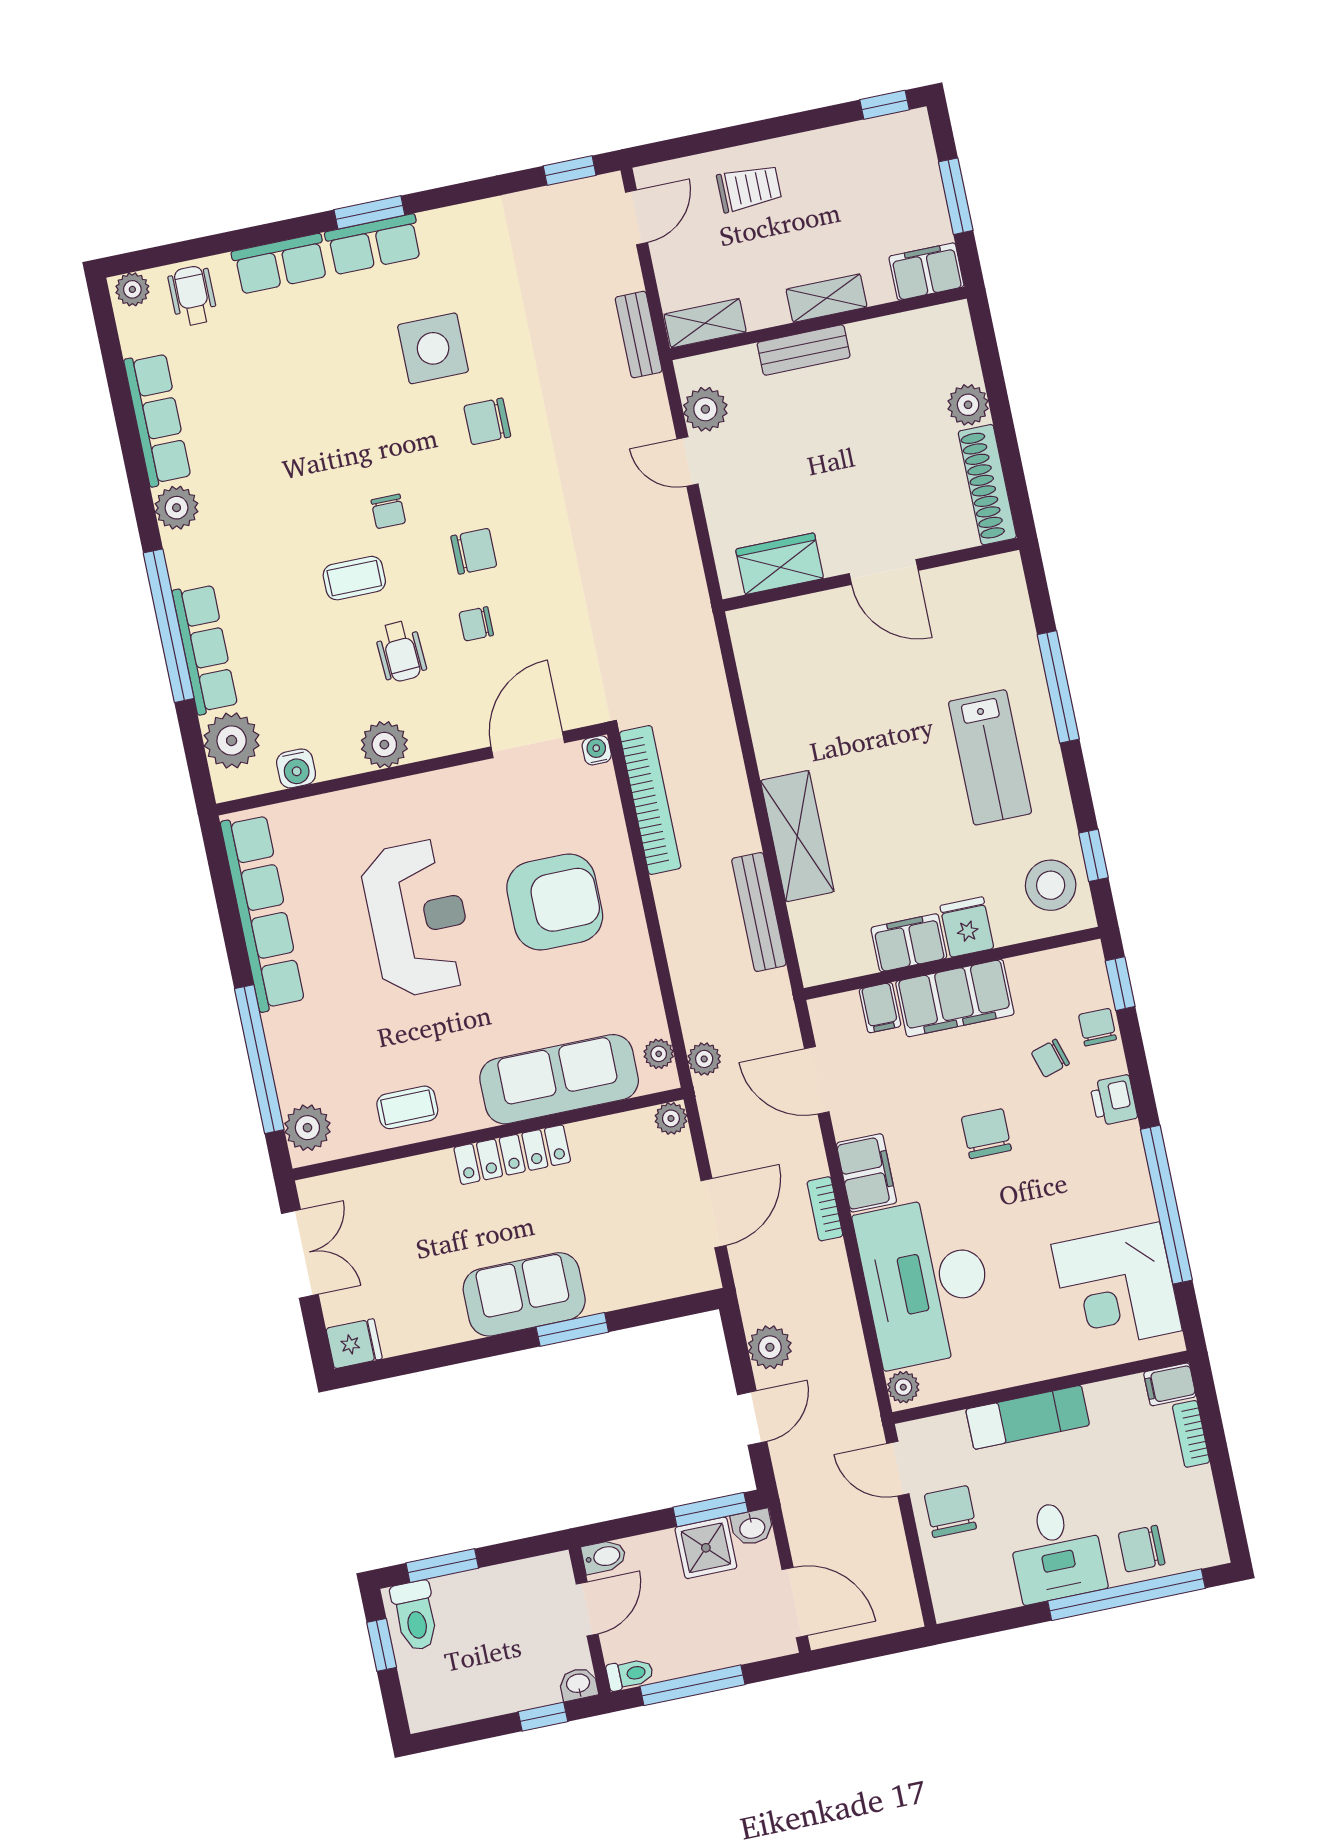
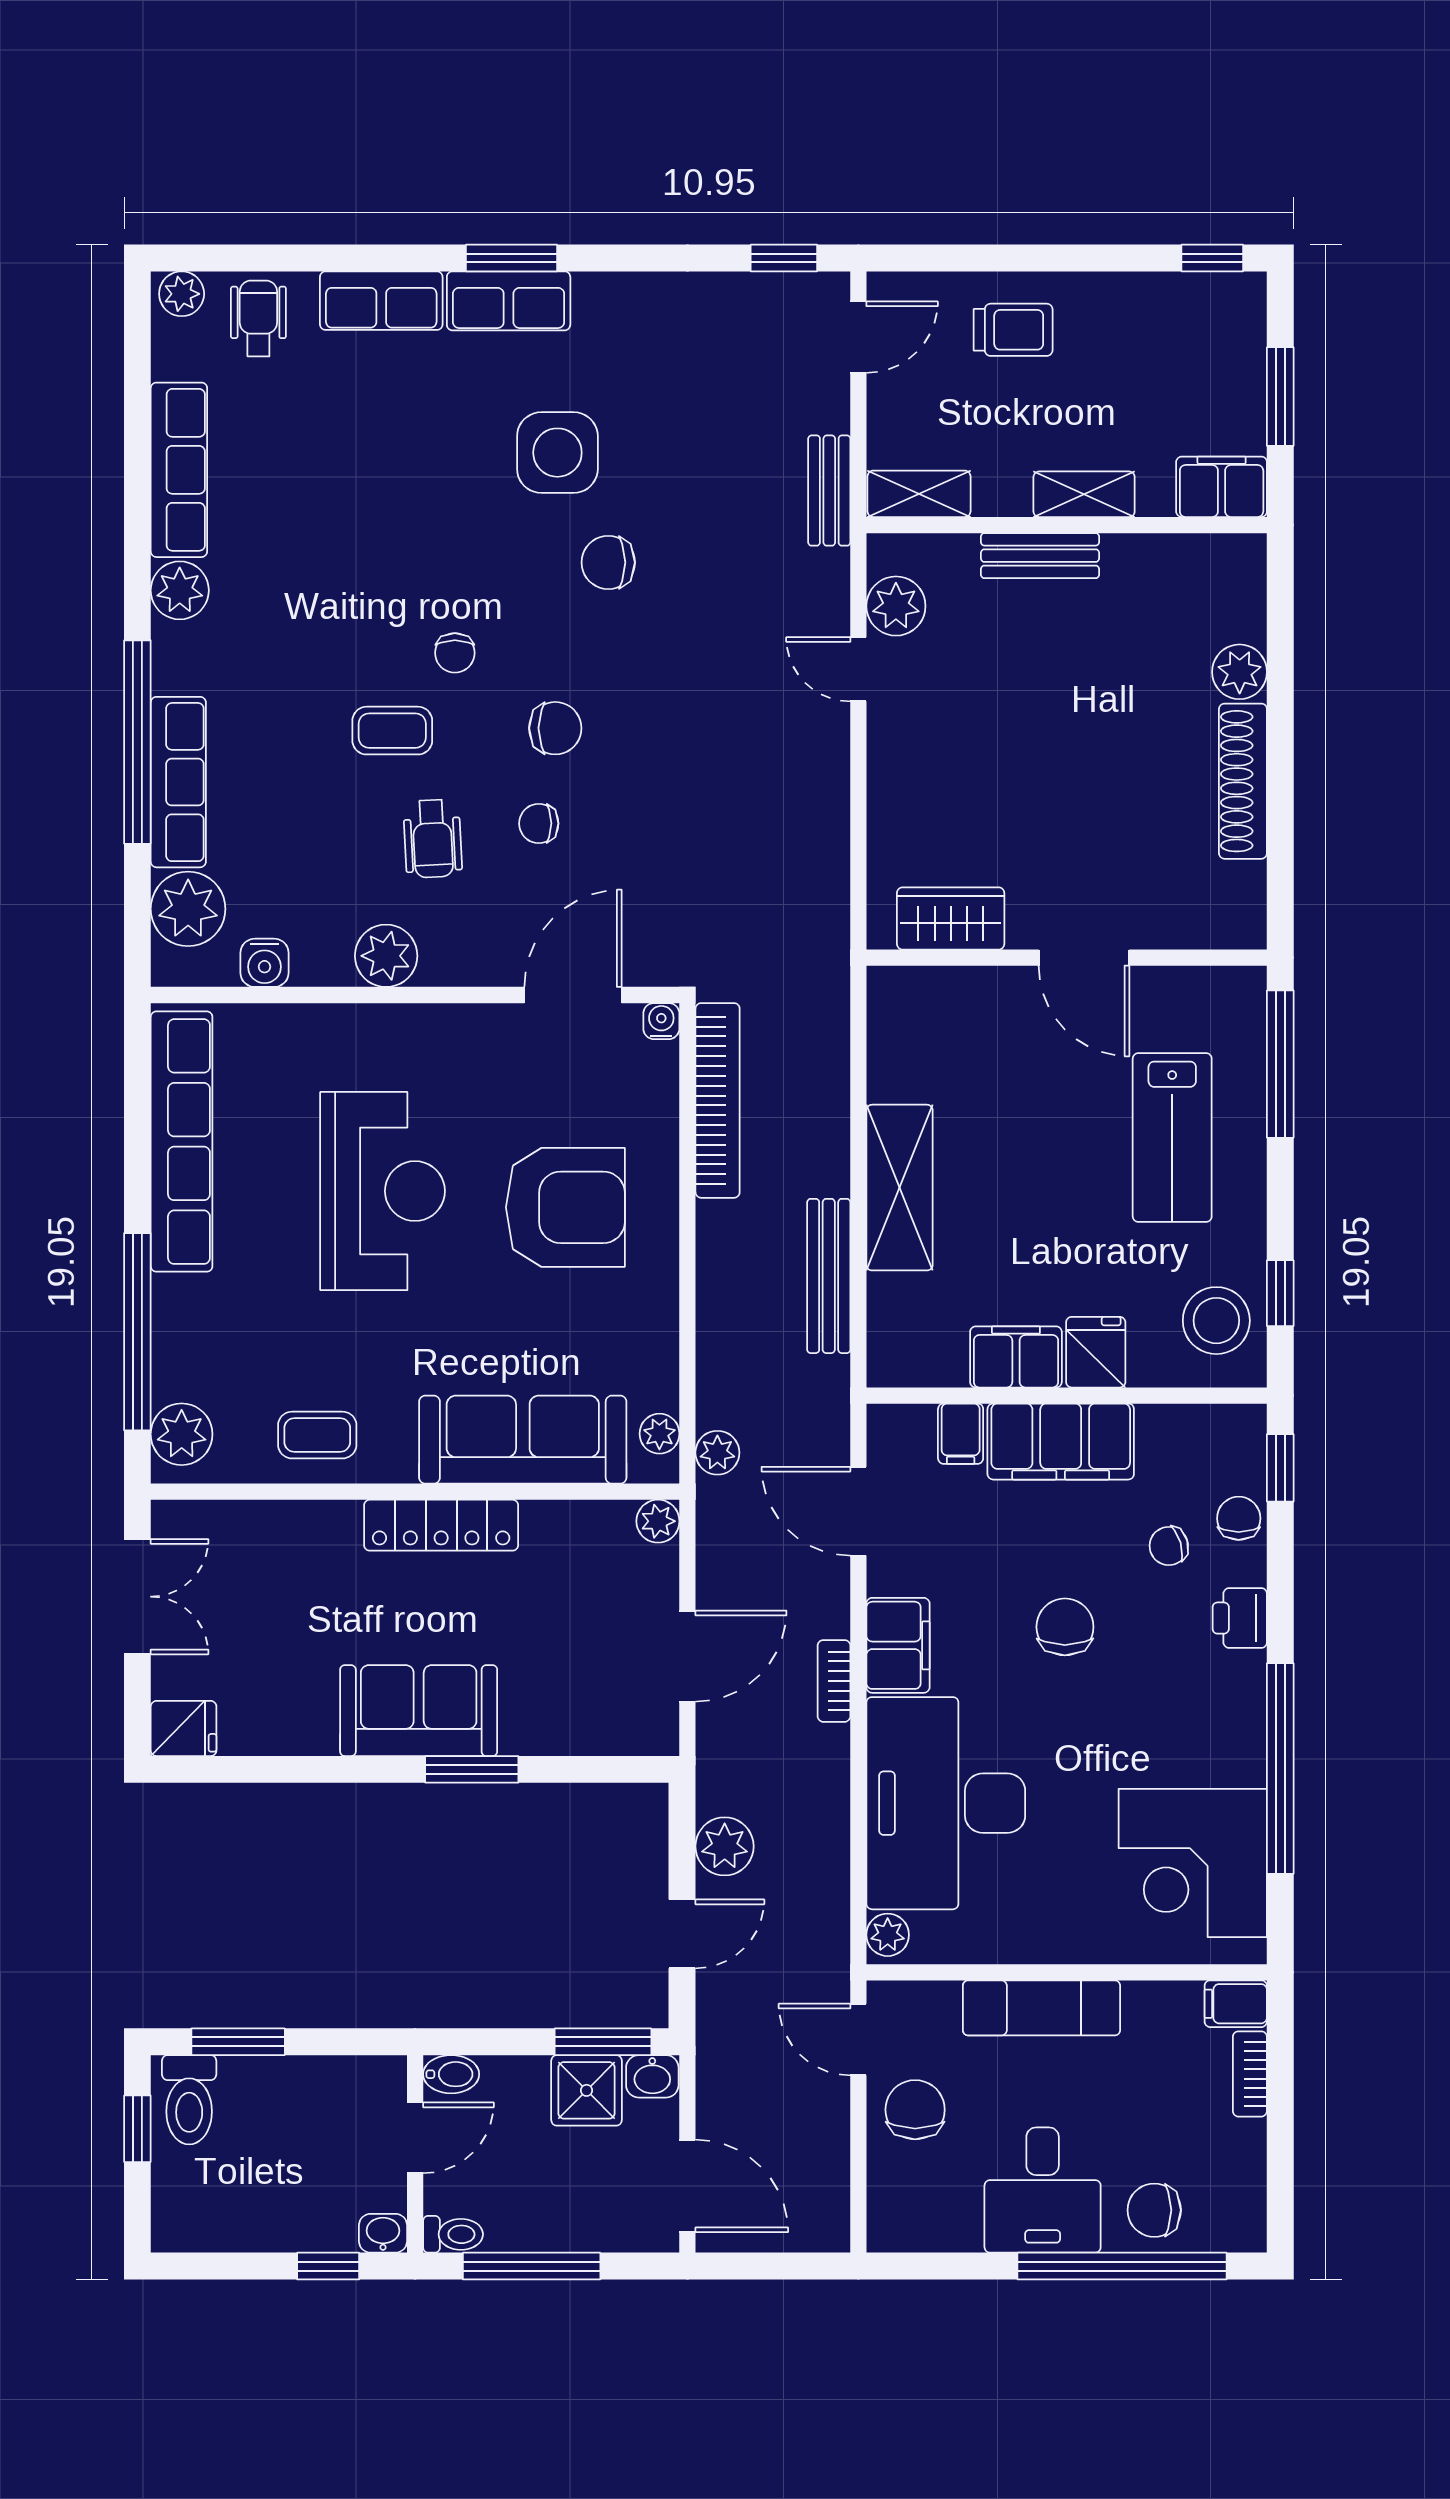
wardrobe: (780, 564) -> (951, 918), moved
door: (884, 572) -> (1084, 958), moved
wall: (871, 575) -> (1067, 958), moved

